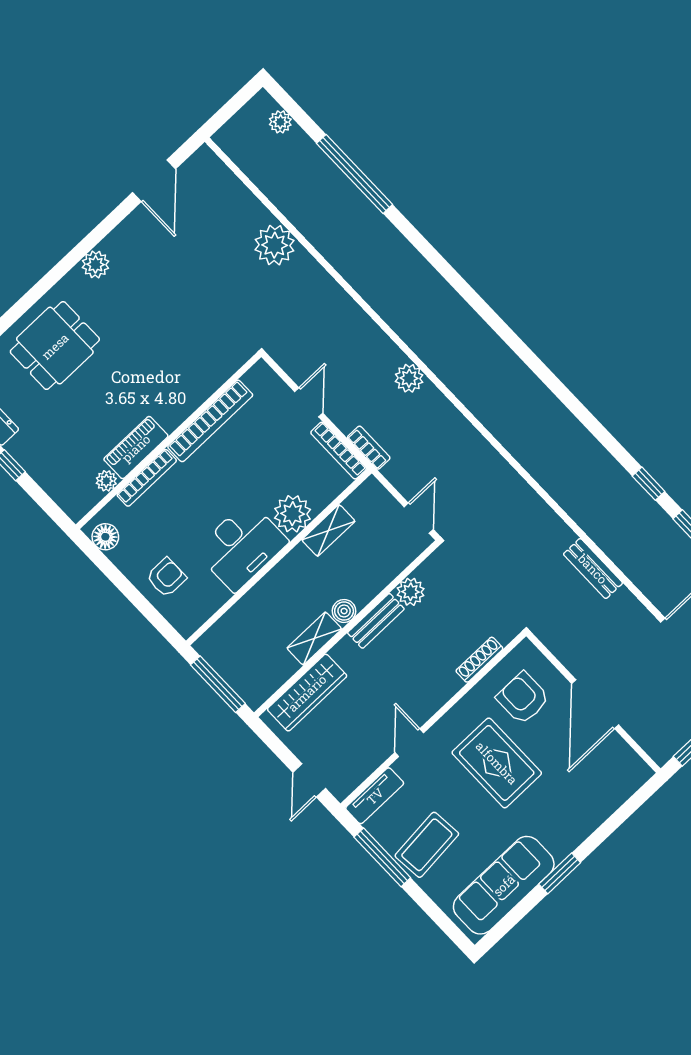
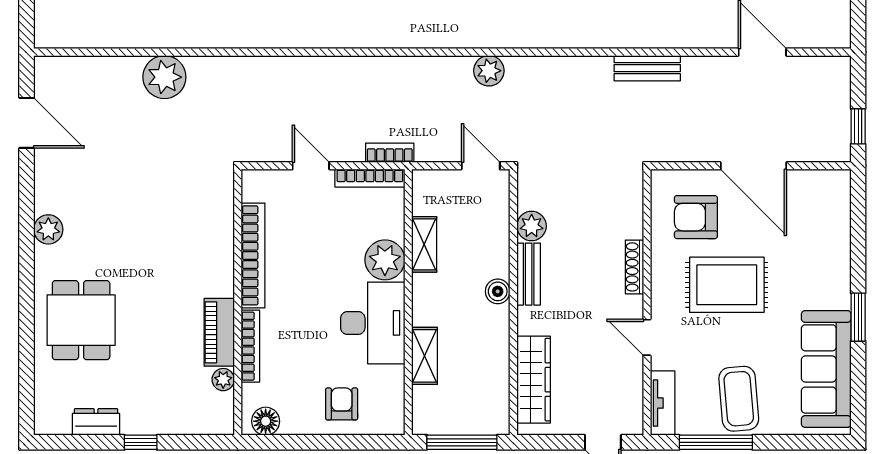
plant: (409, 378) -> (489, 71), moved
shelving: (314, 639) -> (424, 356), moved
shoe rack: (479, 660) -> (634, 267), moved

